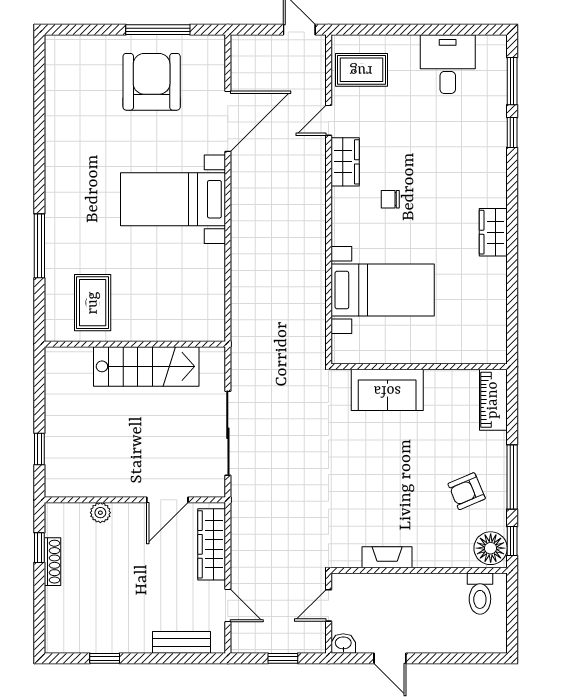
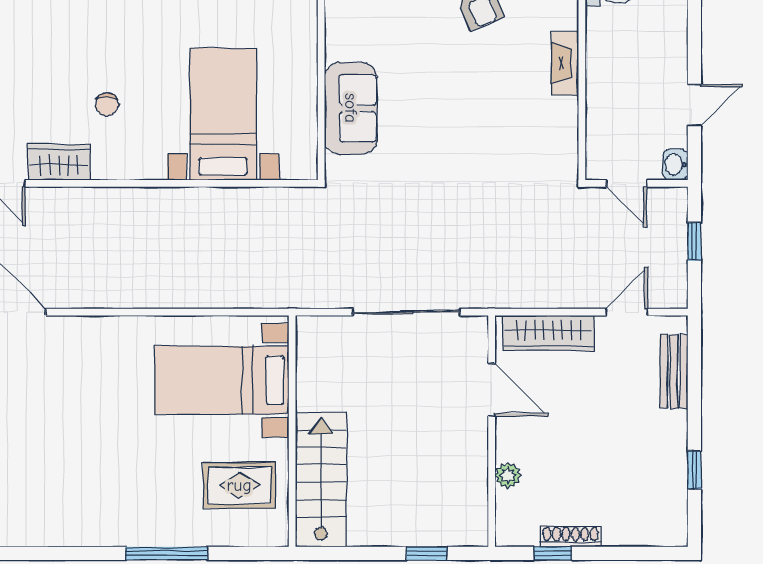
bed with nightstands: (173, 199) -> (222, 380), moved, turned 90
stairs: (146, 366) -> (321, 480), moved
fireplace: (387, 557) -> (565, 63), moved

